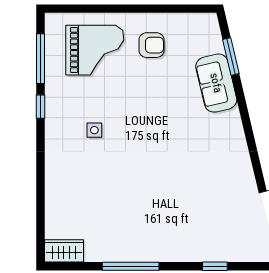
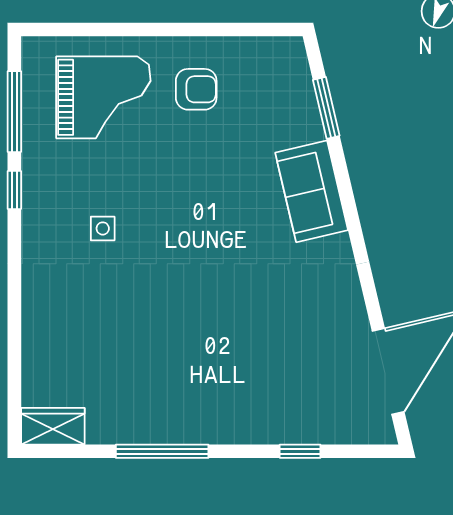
sofa: (216, 83) -> (312, 191), moved

